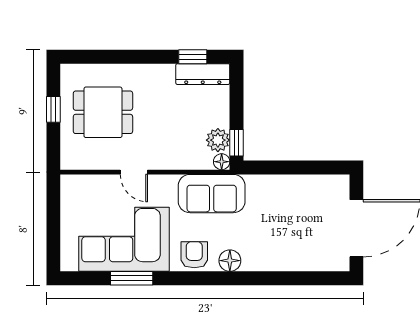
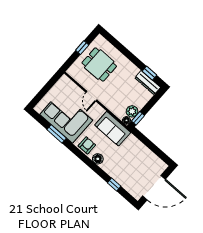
window: (290, 278) -> (114, 185), added

